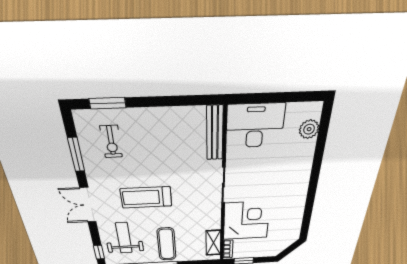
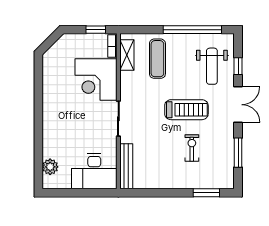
exercise bike: (111, 142) -> (192, 148), moved
exercise mat: (167, 244) -> (157, 59), moved
window: (99, 252) -> (238, 66), moved

